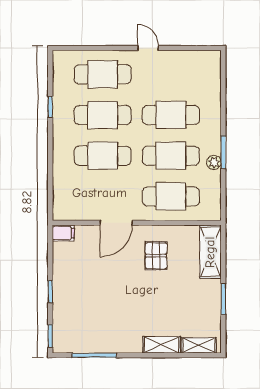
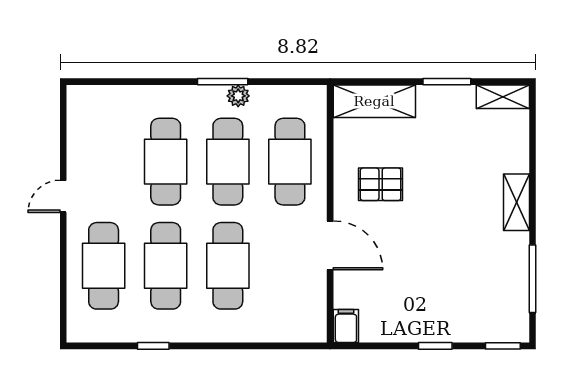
shelving: (161, 345) -> (516, 202), moved
shelving: (199, 345) -> (503, 97), moved, turned 90

